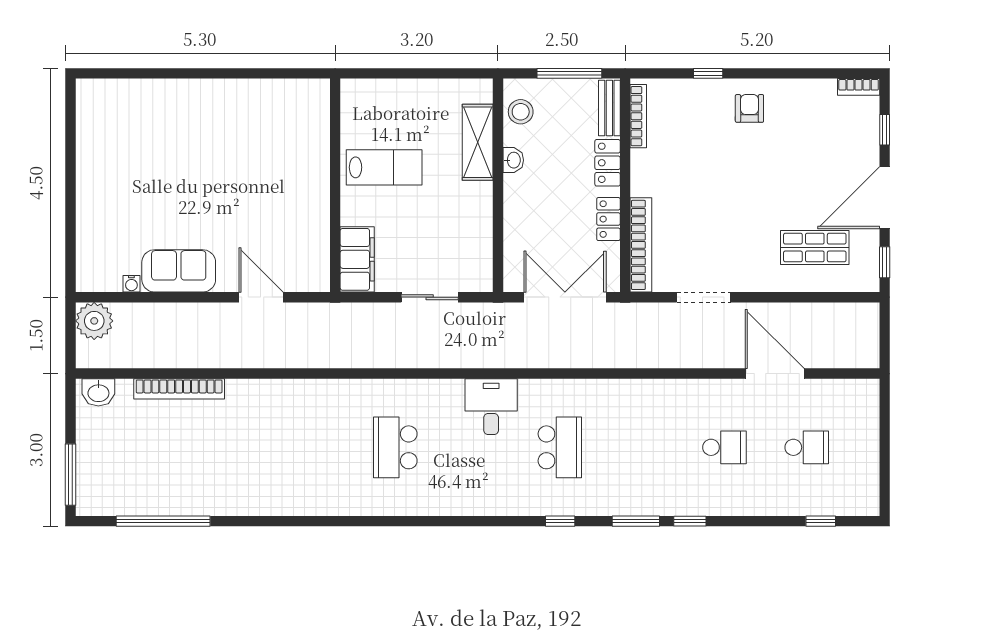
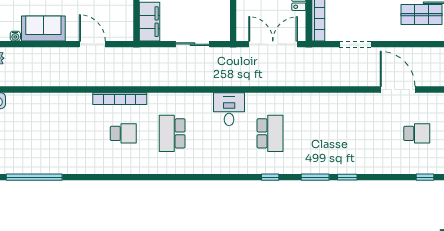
bookcase: (179, 389) -> (120, 99), moved
school desk: (724, 447) -> (123, 133), moved

